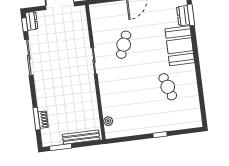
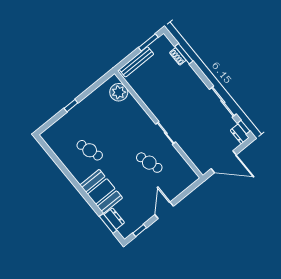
cafe table: (124, 45) -> (149, 163), turned -39
plant: (108, 121) -> (119, 92), width x1.87, depth x1.87

